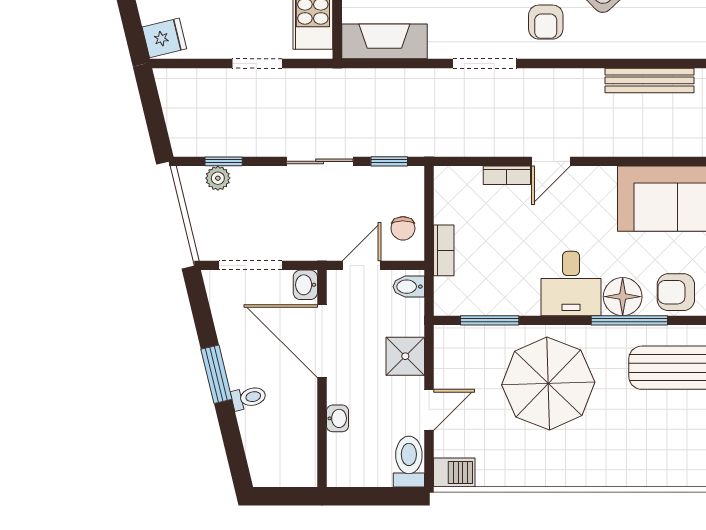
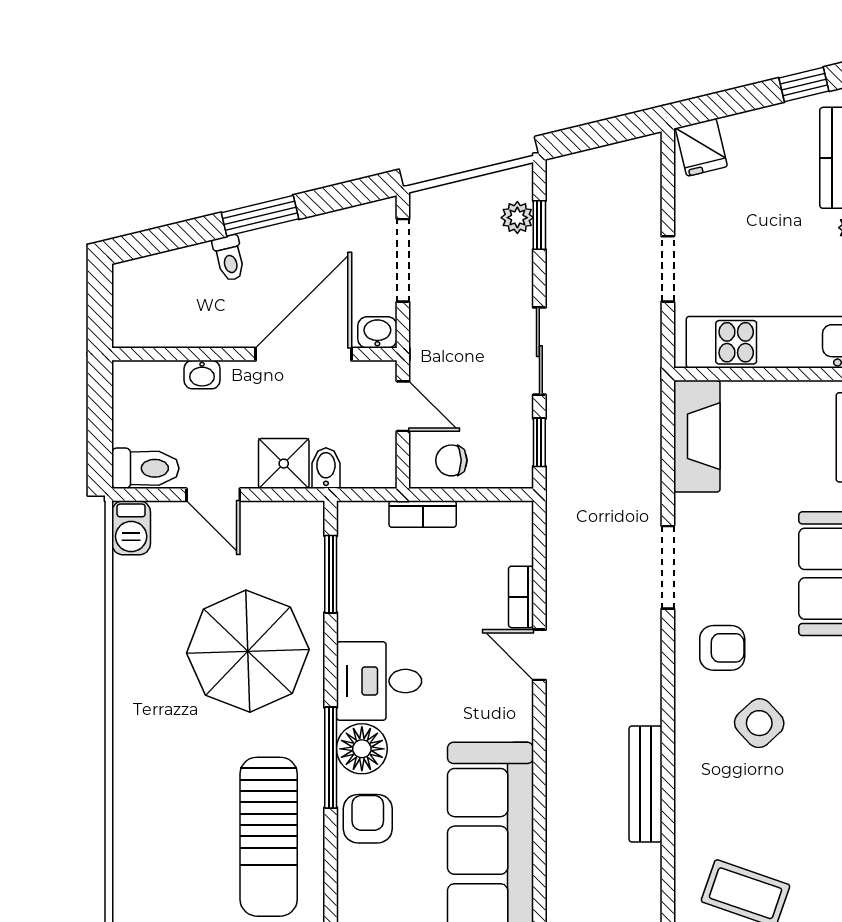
armchair: (546, 22) -> (722, 648), turned 180
bidet: (409, 287) -> (326, 468), moved

